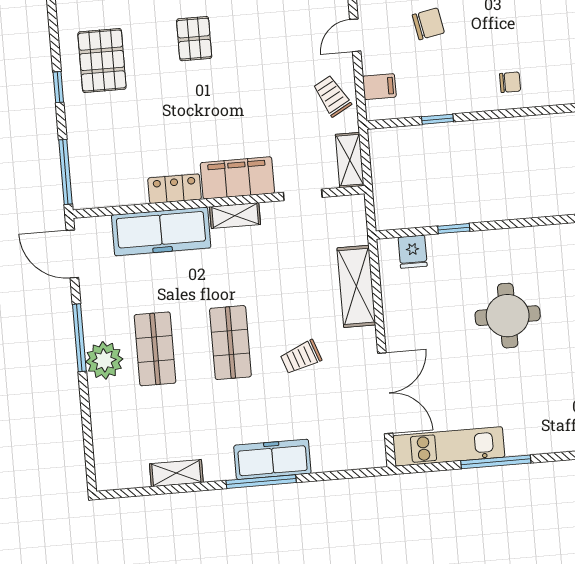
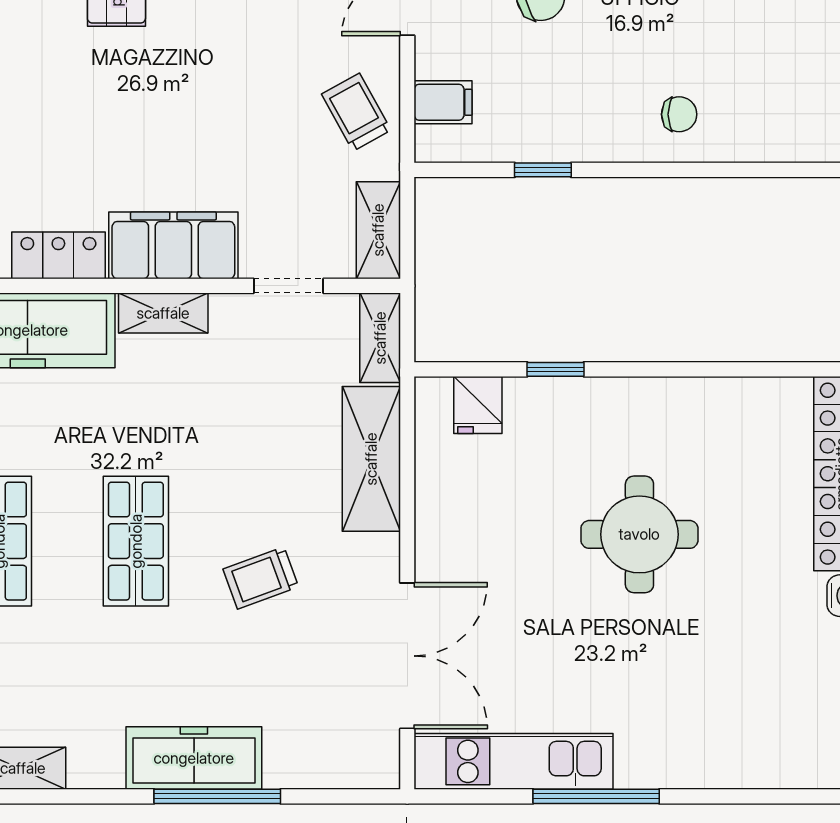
shelving: (356, 219) -> (380, 338), added
window: (261, 482) -> (217, 796), moved

